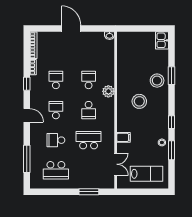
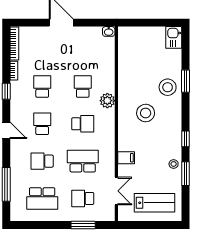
school desk: (89, 110) -> (83, 124), turned -90
school desk: (89, 170) -> (83, 198), added

